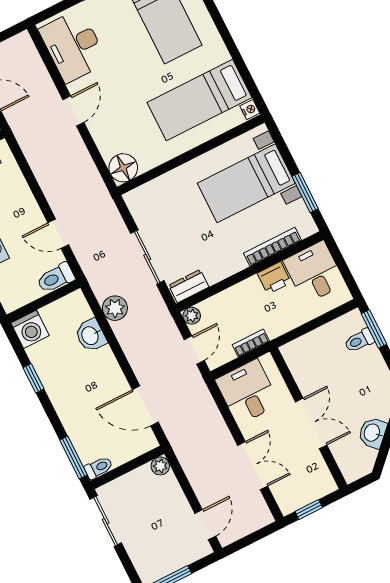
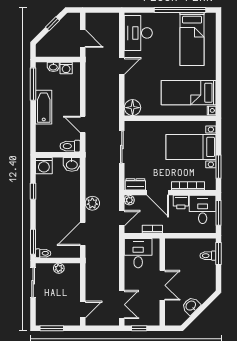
sliding door: (147, 257) -> (122, 147), moved
window: (342, 265) -> (218, 213), added
door: (230, 281) -> (158, 193), added
plant: (115, 308) -> (92, 203), moved
washbasin: (91, 335) -> (72, 164), moved, turned -90
door: (145, 406) -> (83, 234), hinge flipped
plant: (160, 466) -> (59, 268), moved
double door: (253, 466) -> (122, 305), moved

